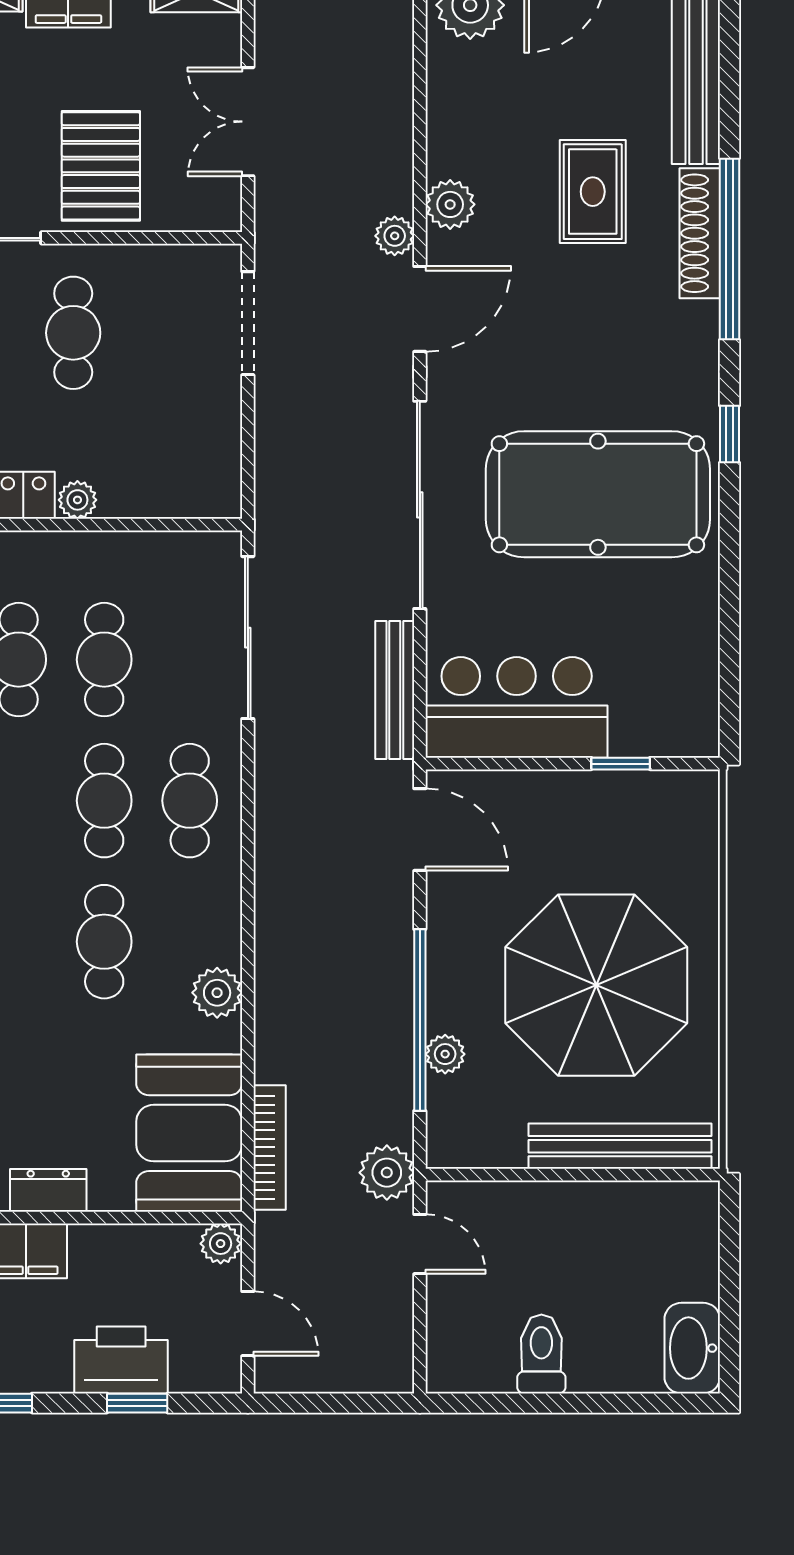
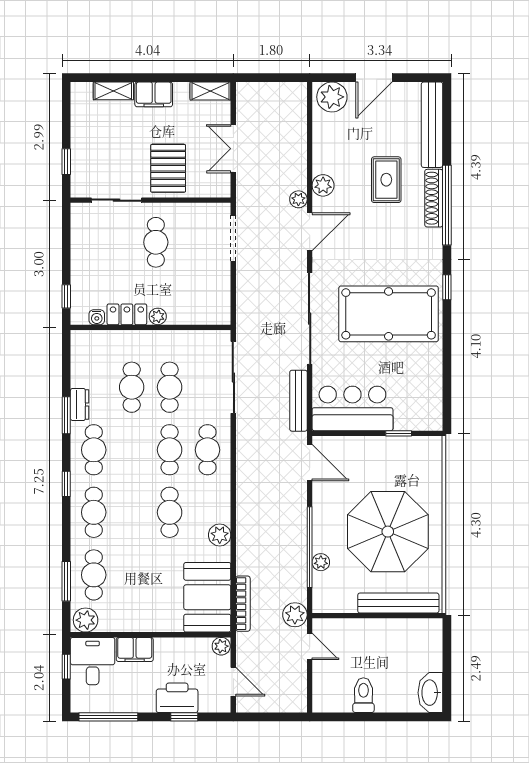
dresser: (48, 1190) -> (145, 623), removed

